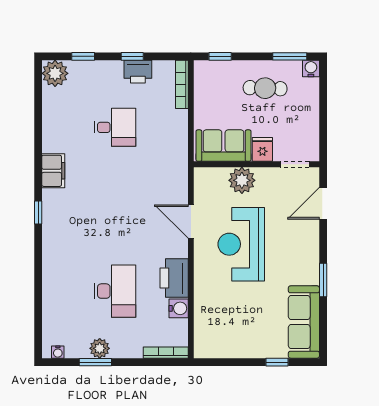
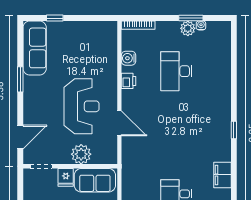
filing cabinet: (53, 171) -> (223, 175), moved
printer: (174, 278) -> (129, 81), width x0.53, depth x0.68
water cooler: (58, 352) -> (201, 25), moved

